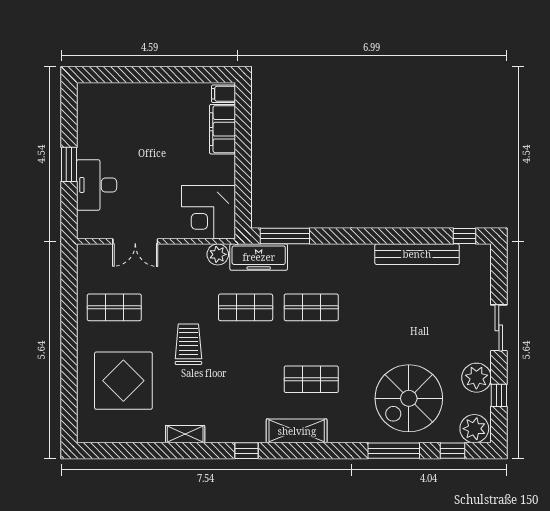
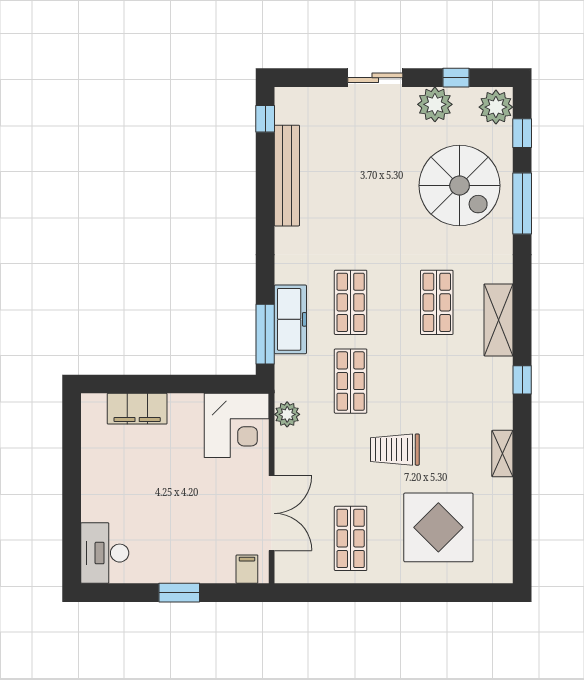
filing cabinet: (223, 94) -> (247, 569), moved, turned 180
desk: (97, 185) -> (105, 553), moved, turned 90
double door: (135, 241) -> (272, 513), width x1.37
freezer: (259, 257) -> (290, 319), moved

